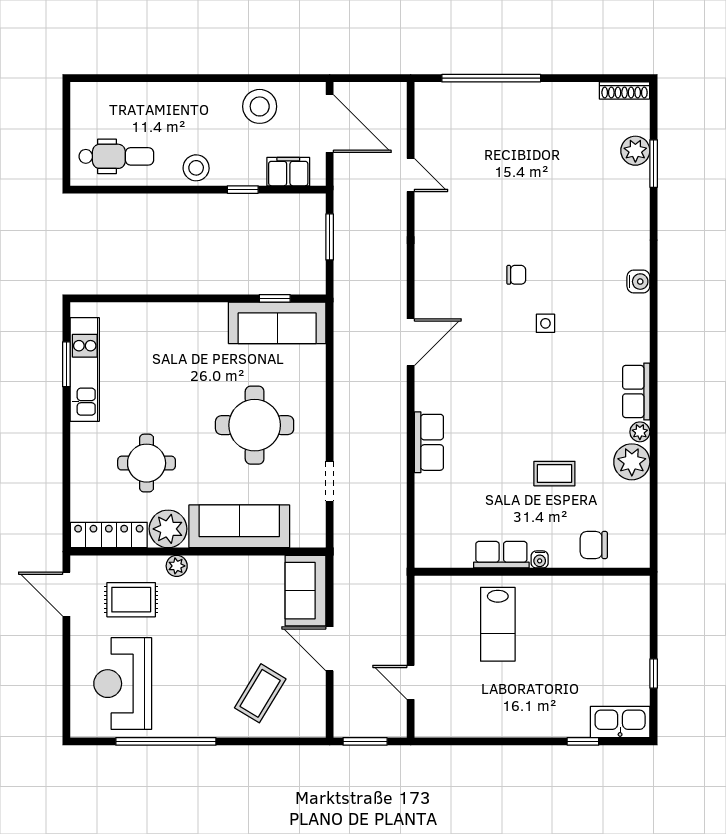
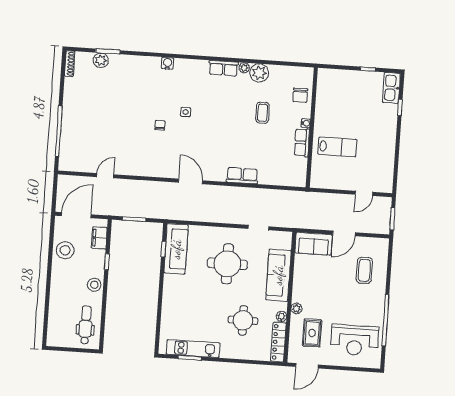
plant: (168, 529) -> (281, 316), width x0.53, depth x0.53
coffee table: (260, 693) -> (364, 270), turned 59

